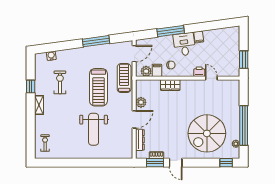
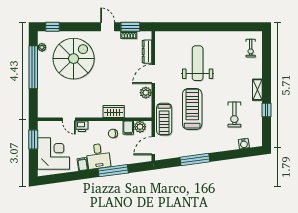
corner desk: (225, 47) -> (54, 154), added

